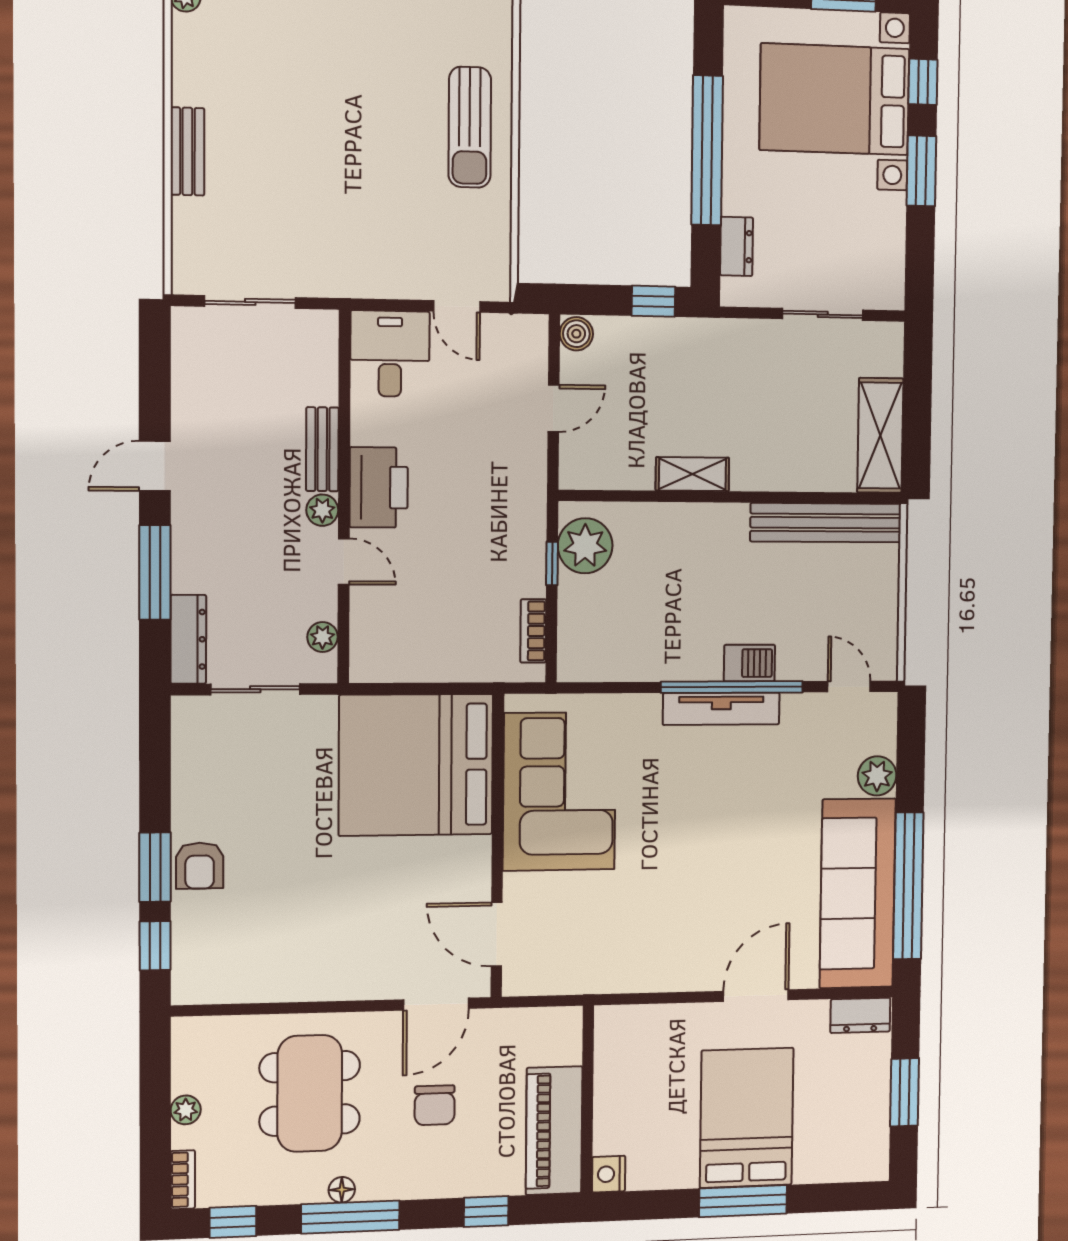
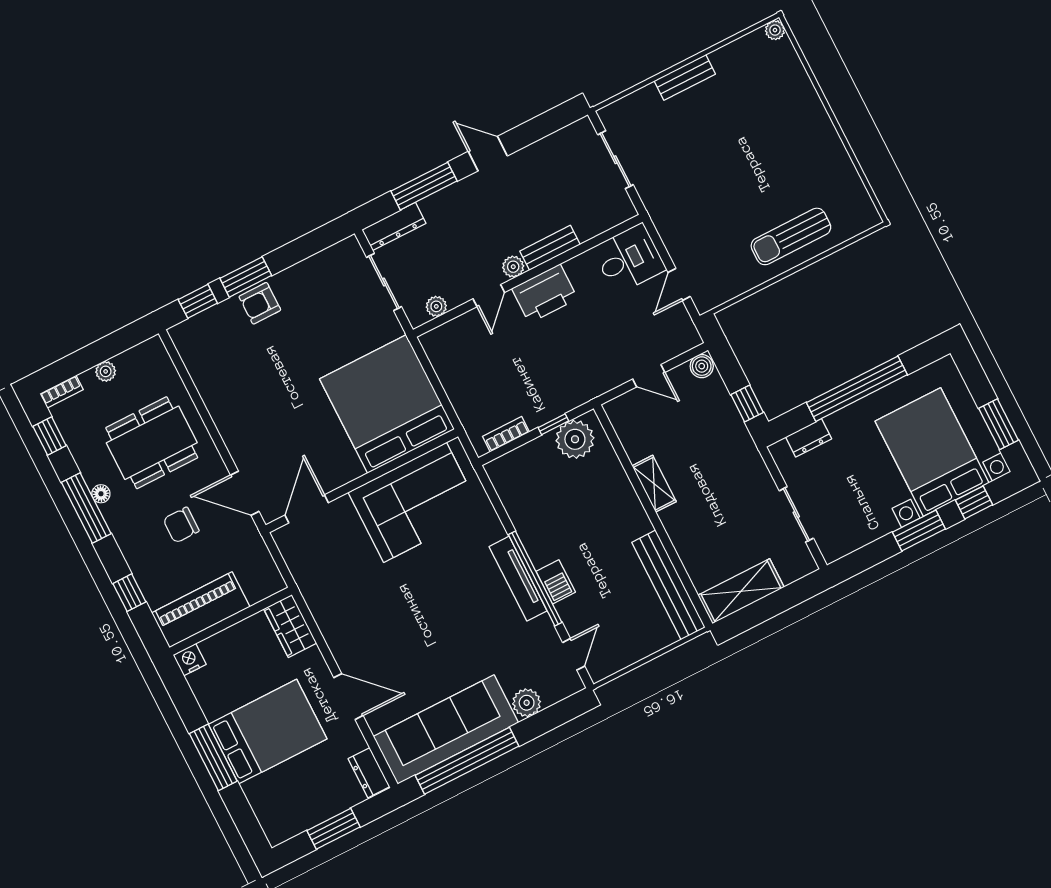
wardrobe: (632, 1027) -> (290, 626), added

